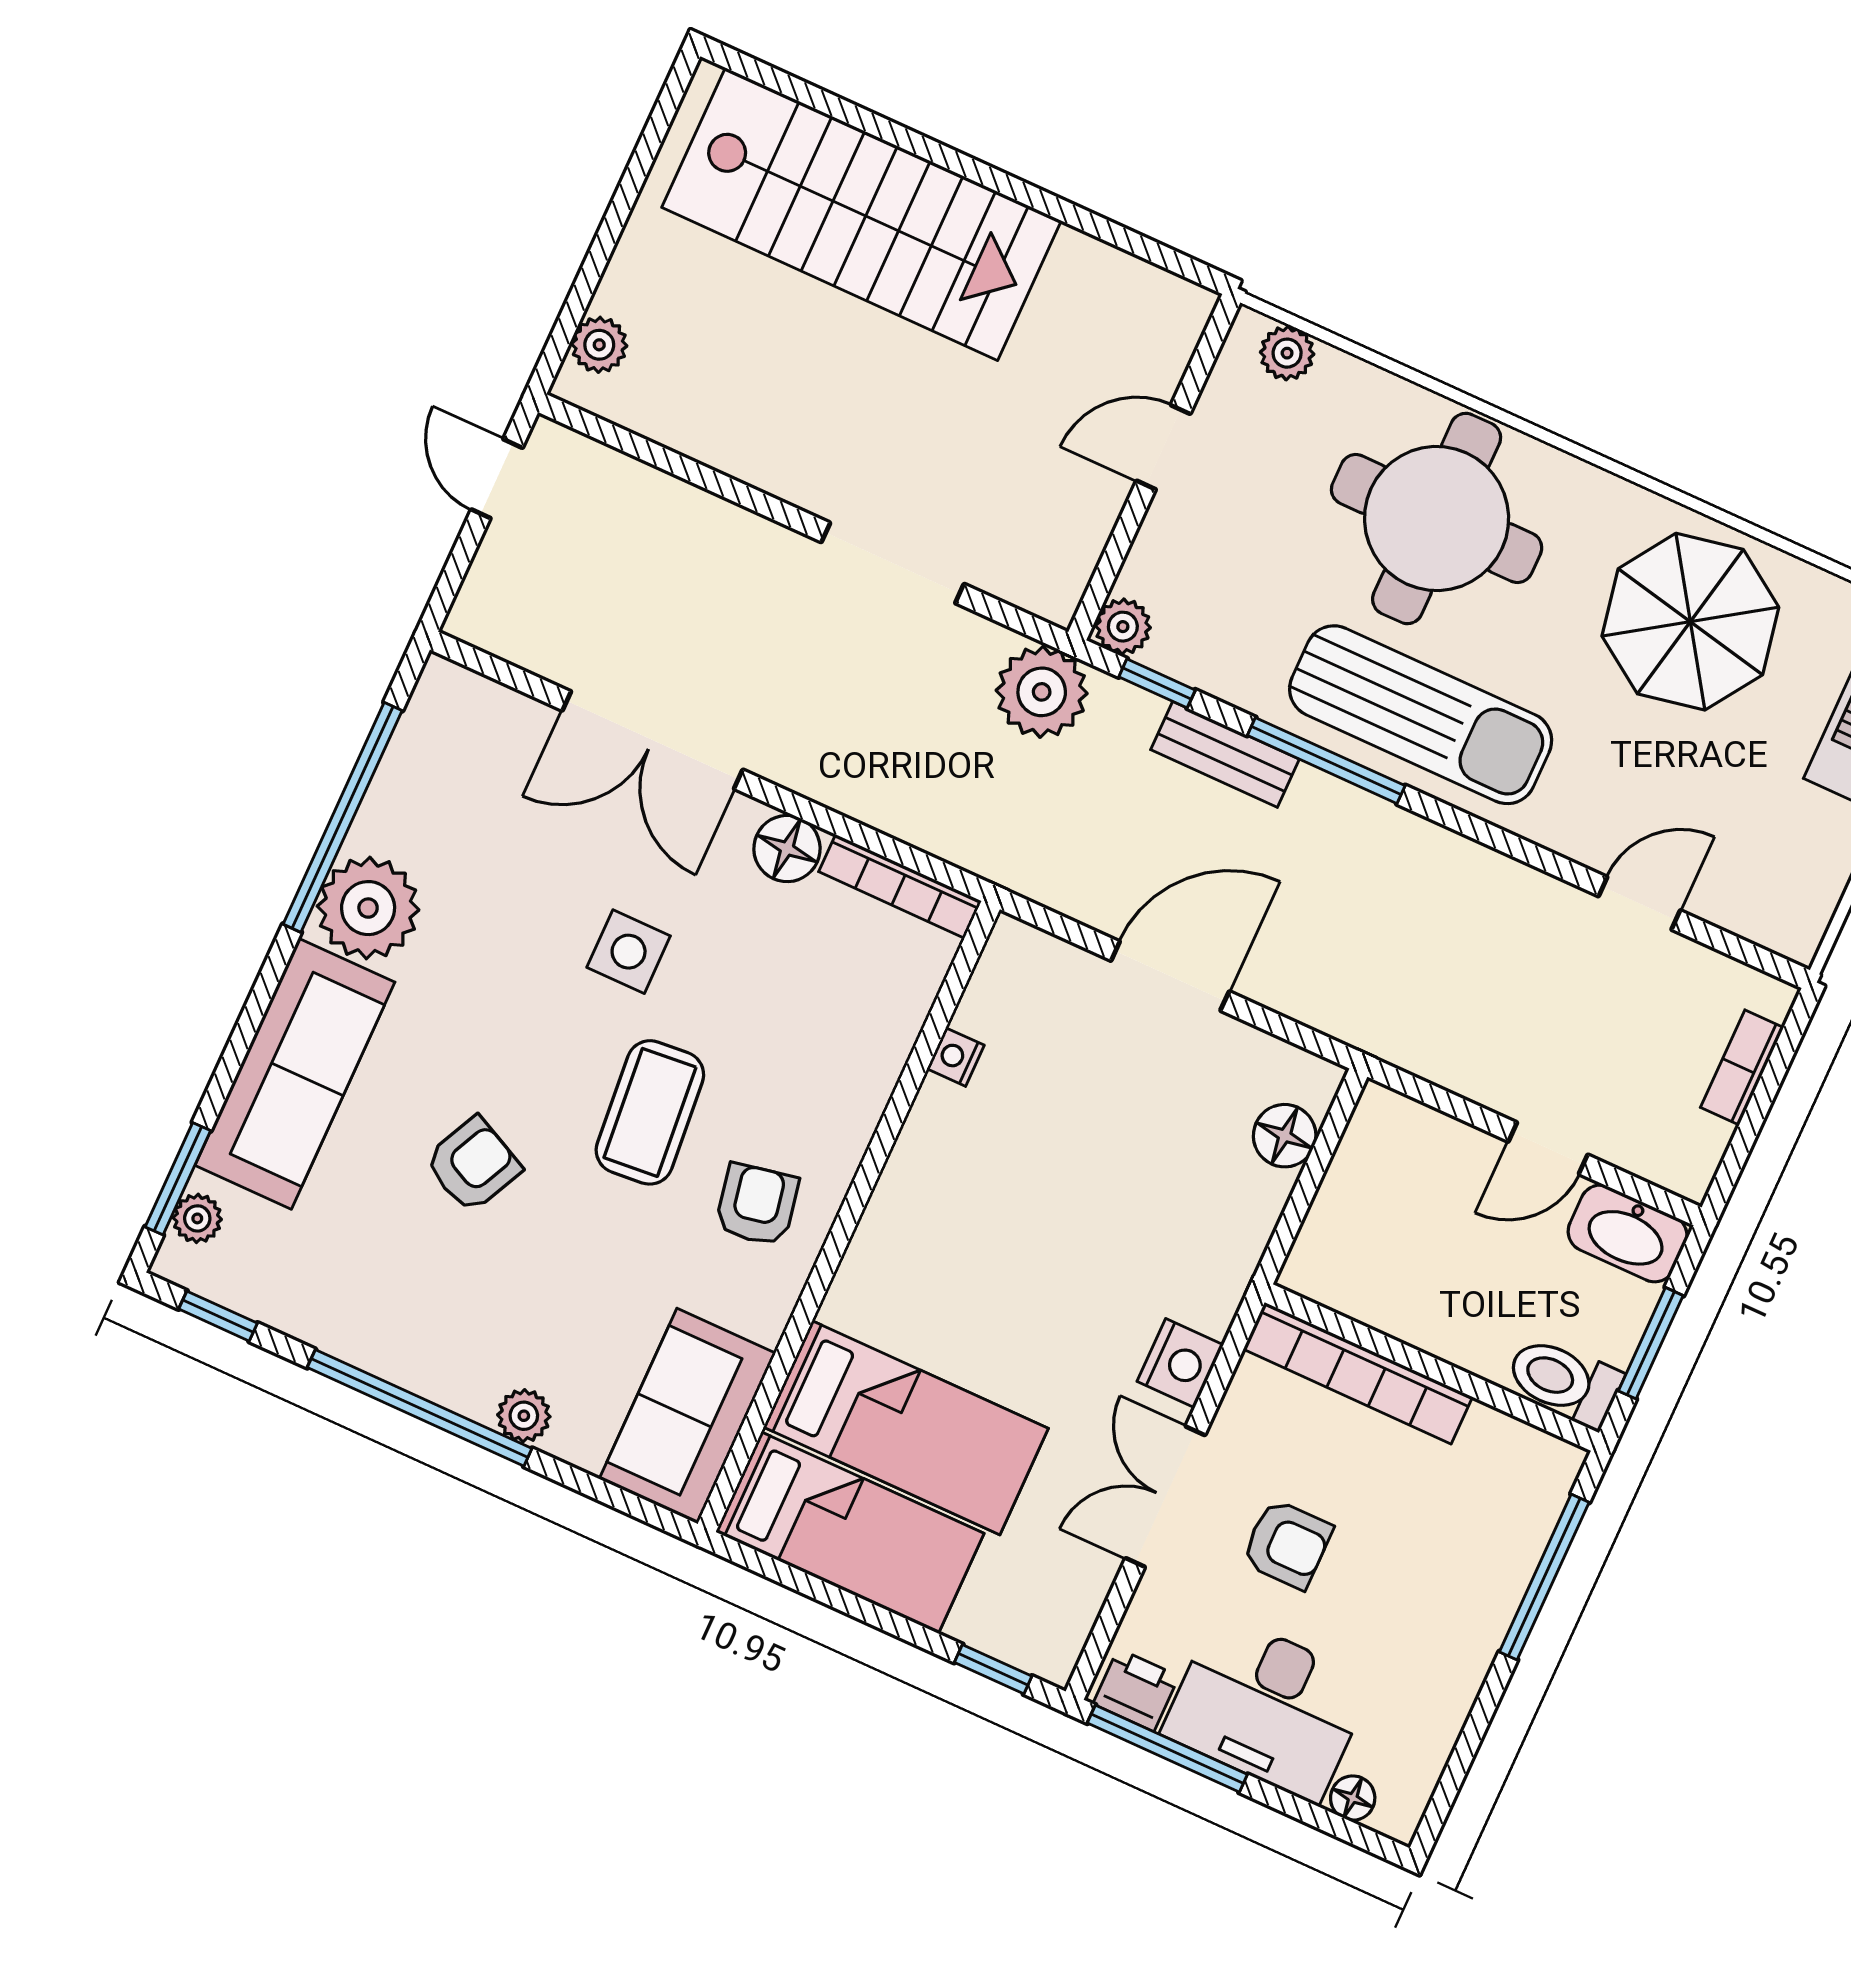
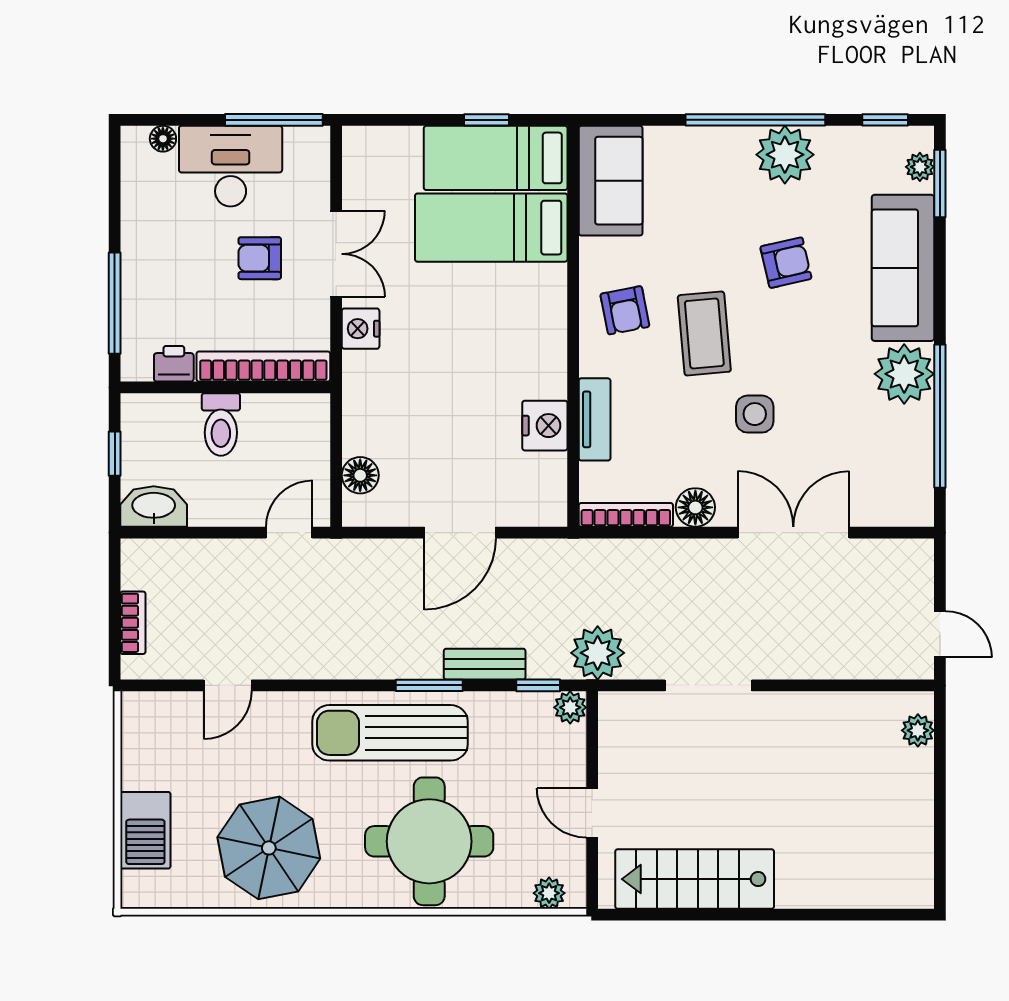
stairs: (861, 214) -> (695, 879), moved, width x0.73, depth x0.66
door: (1163, 447) -> (592, 813), swing flipped
window: (1326, 761) -> (429, 685), width x0.69
tv unit: (881, 1057) -> (595, 419), added
nightstand: (956, 1057) -> (545, 426), width x1.89, depth x1.79
door: (1548, 1148) -> (289, 533), moved
armchair: (473, 1165) -> (786, 263), turned -129
window: (1651, 1343) -> (115, 454), width x0.67
toilet: (1564, 1381) -> (221, 425), moved, turned 90
plant: (524, 1416) -> (785, 155), moved, width x1.88, depth x1.88
window: (993, 1669) -> (486, 120), moved
printer: (1136, 1690) -> (174, 364), moved, turned 180

